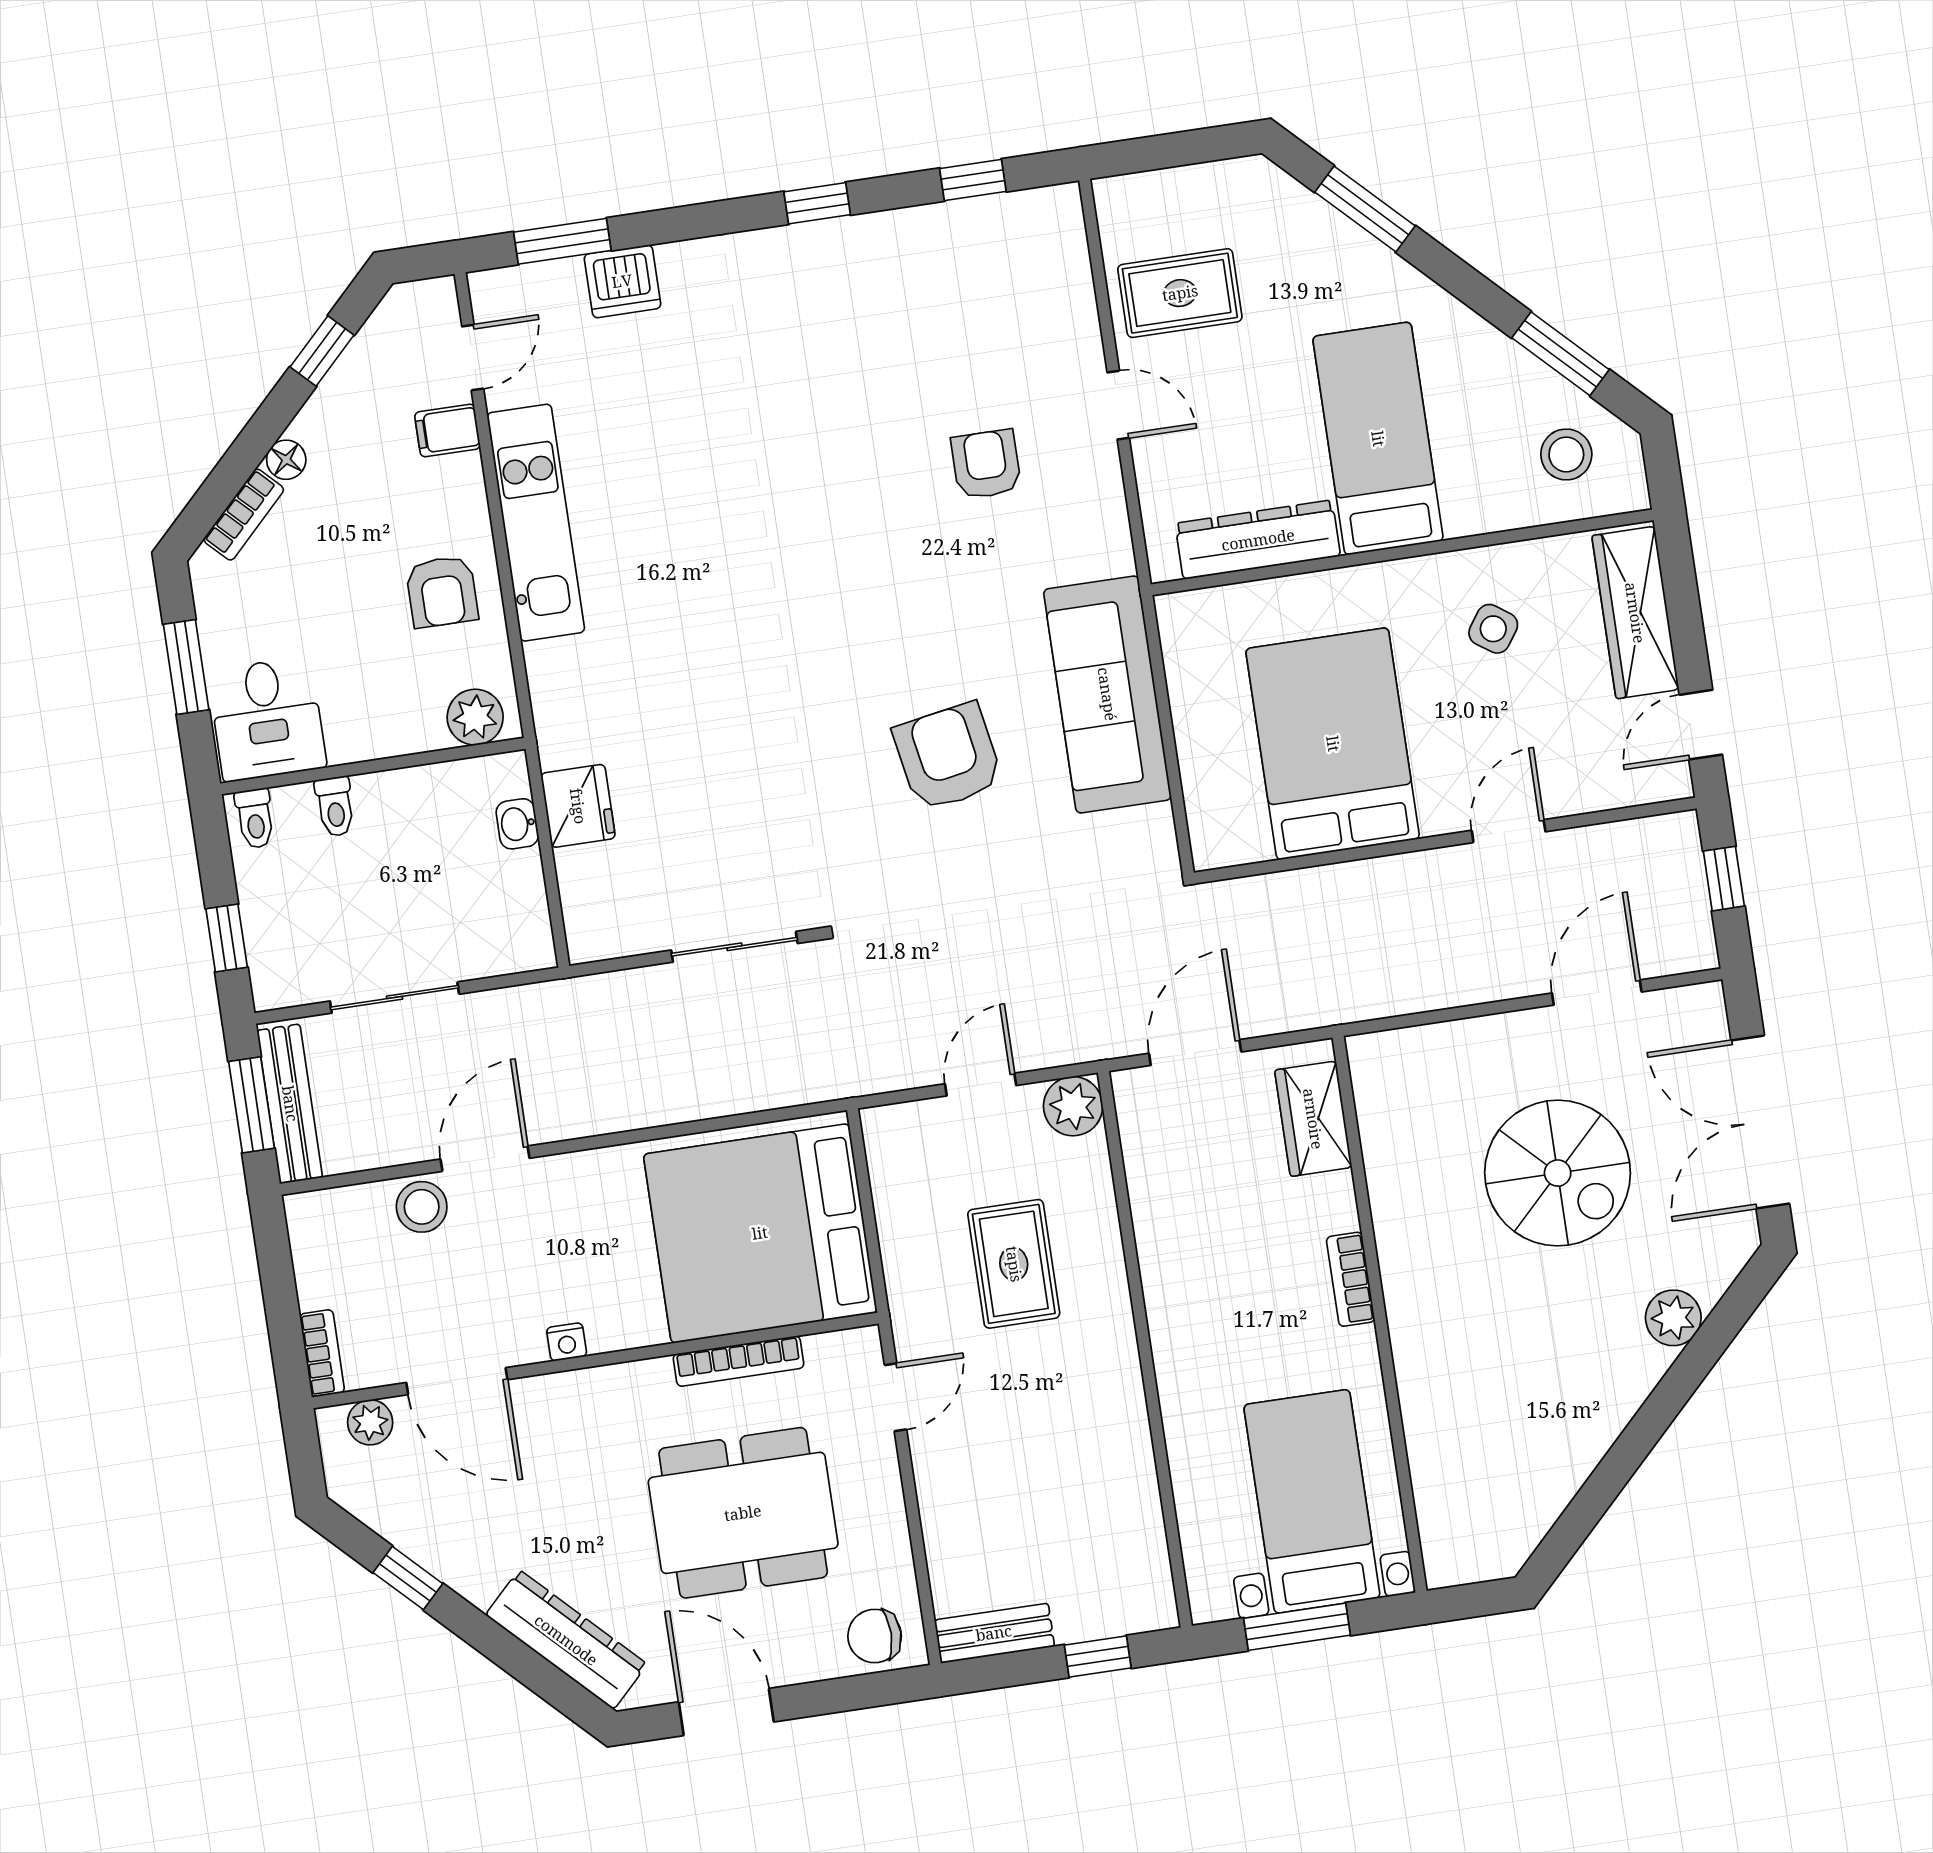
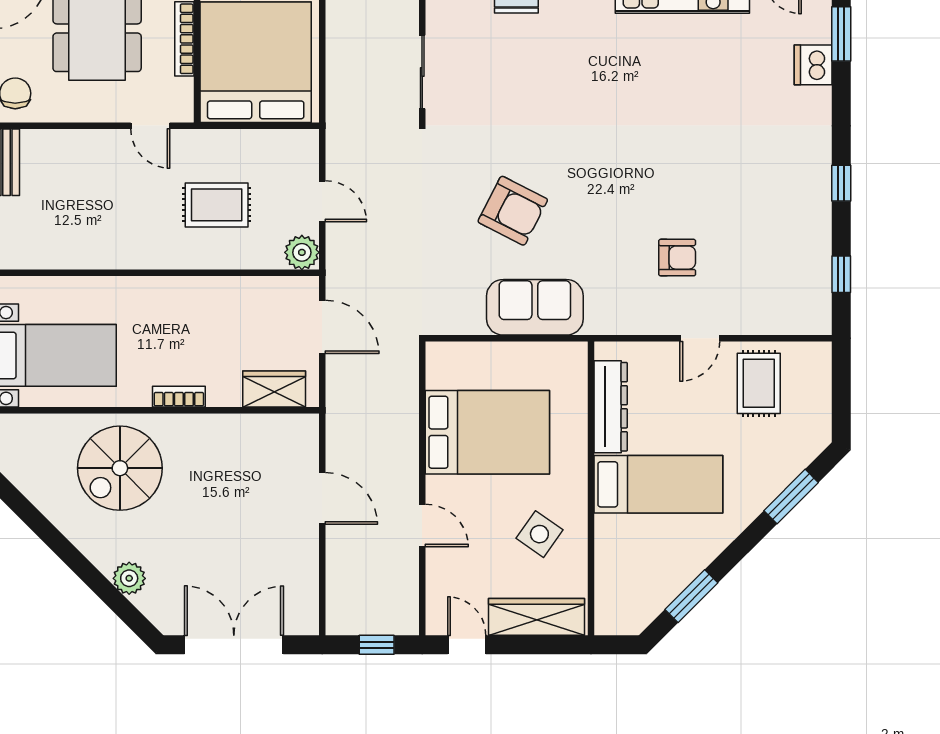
stool: (1566, 454) -> (633, 591), removed
side table: (1493, 629) -> (539, 534), width x1.37, depth x1.37
sofa: (1107, 694) -> (535, 307), width x0.73
armchair: (948, 757) -> (513, 211), turned 37
door: (1597, 992) -> (322, 498), moved
spiral stairs: (1558, 1173) -> (120, 468), moved

